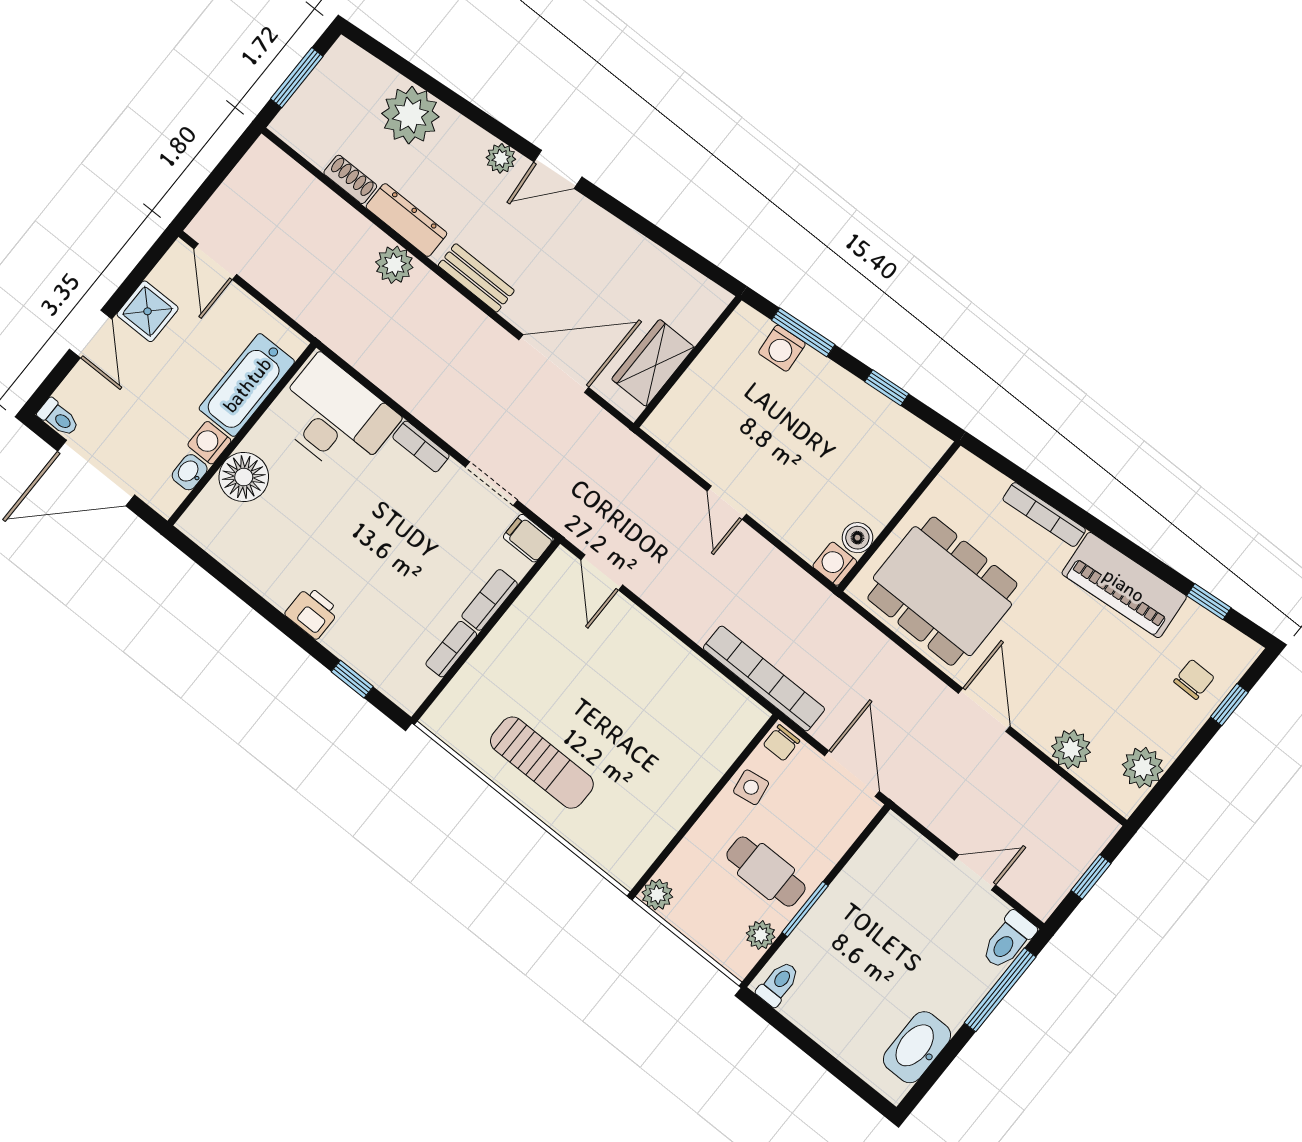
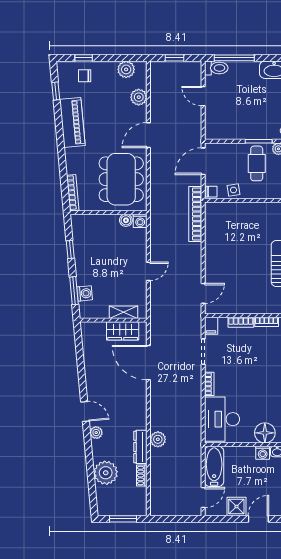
bench: (476, 278) -> (141, 410), removed
bathtub: (247, 385) -> (214, 466), moved, turned -90
shelving: (687, 393) -> (124, 312), added
bookcase: (1044, 515) -> (73, 193), moved

